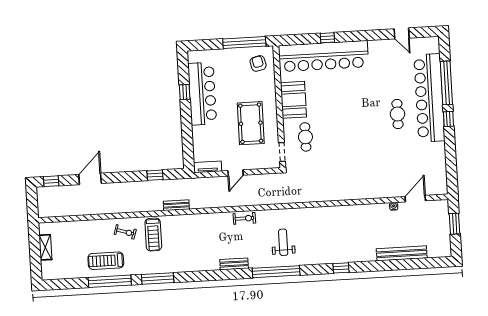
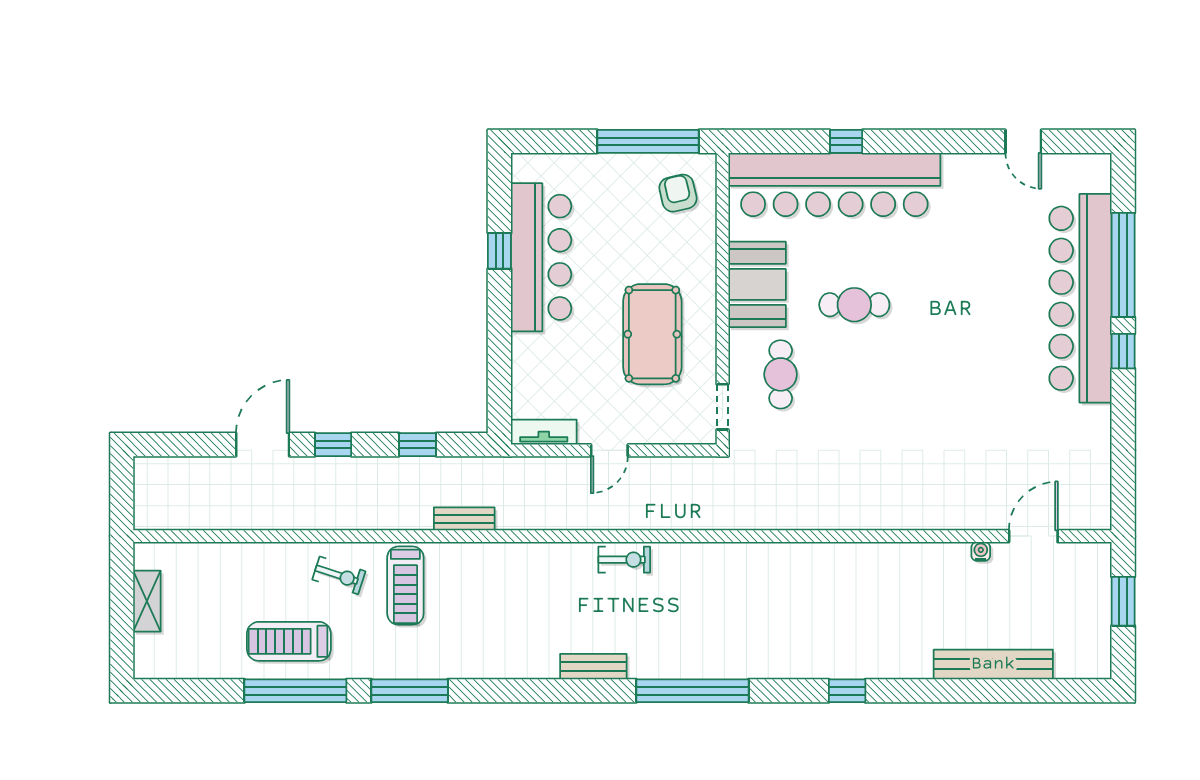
cafe table: (397, 114) -> (854, 305), moved, turned 90
window: (51, 181) -> (333, 445), moved
weight bench: (283, 242) -> (713, 622), removed

